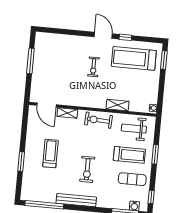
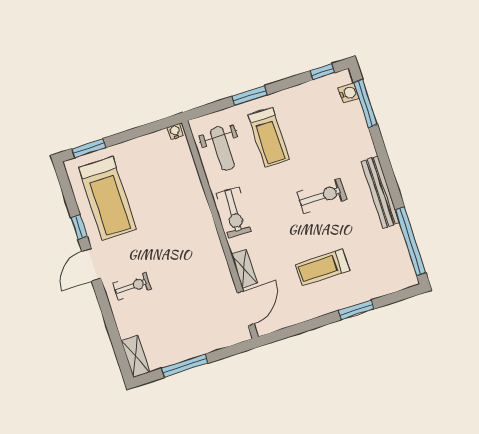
exercise bike: (94, 67) -> (132, 286), moved
shelving: (118, 105) -> (135, 357), moved
treadmill: (129, 155) -> (269, 137), turned 180
exercise mat: (132, 179) -> (306, 115), removed

